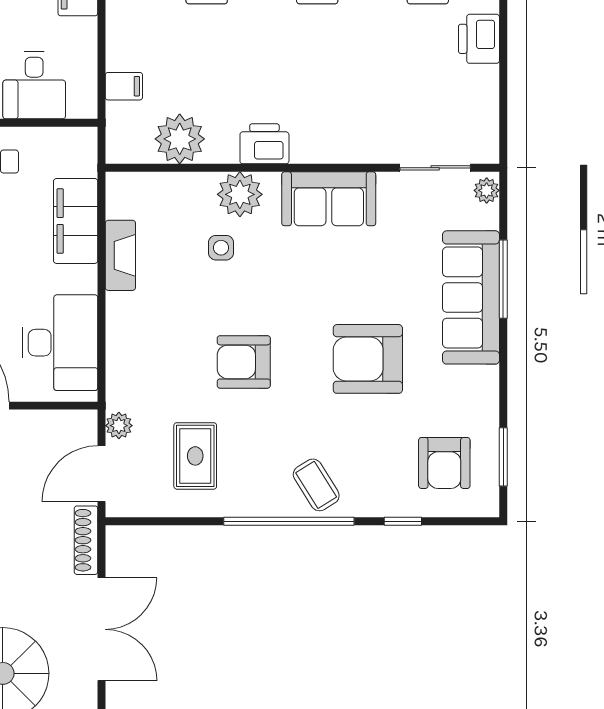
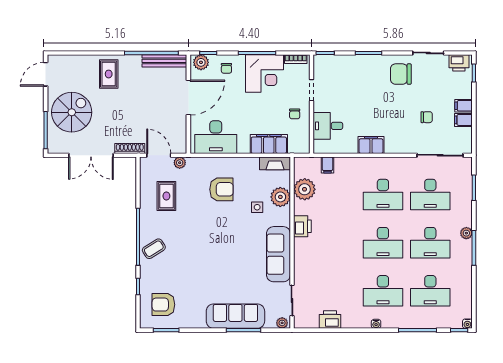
printer: (479, 39) -> (330, 320), moved
plant: (240, 194) -> (280, 197), moved
sofa: (329, 199) -> (278, 254), width x1.36
fireplace: (120, 255) -> (275, 163), moved
armchair: (368, 359) -> (209, 271), removed
armchair: (244, 362) -> (221, 189), moved, turned 90
rug: (195, 456) -> (166, 196), turned 90

